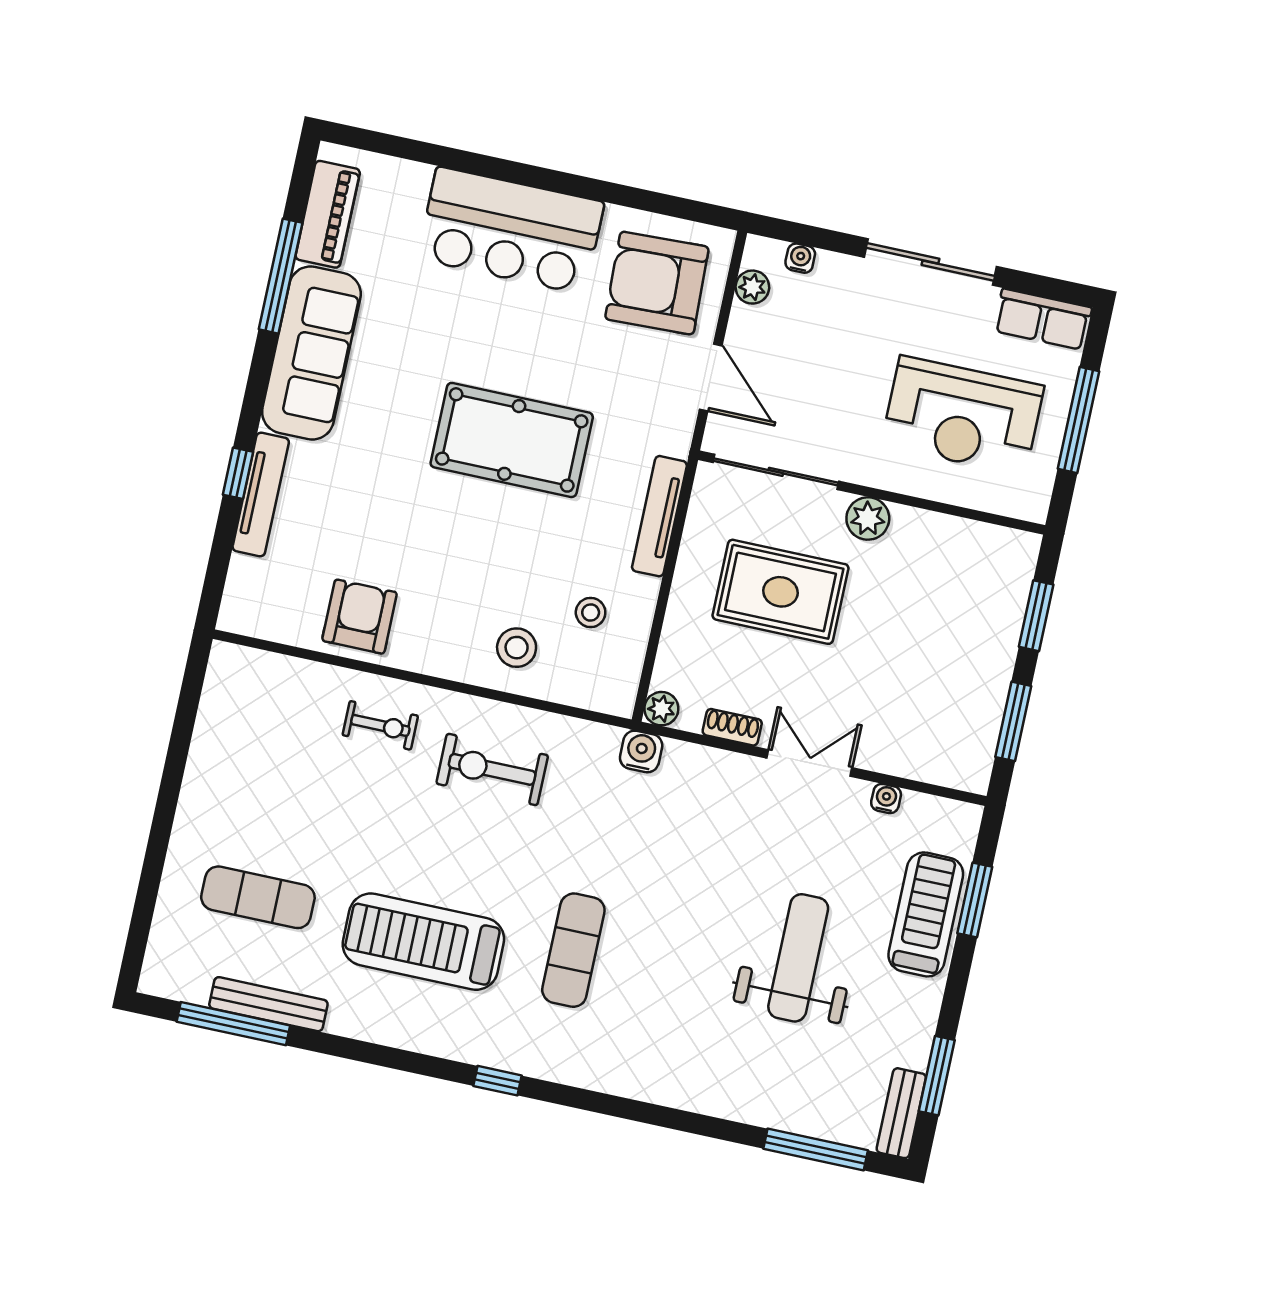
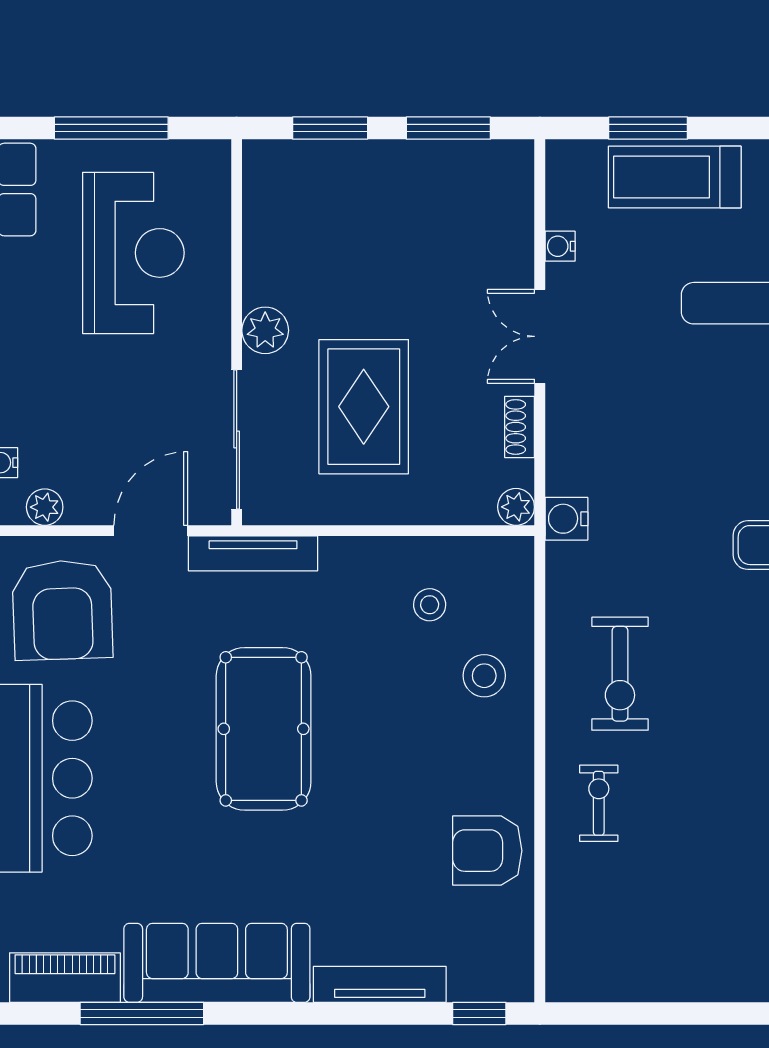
window: (238, 473) -> (479, 1013), moved
tv unit: (659, 516) -> (253, 553), moved

